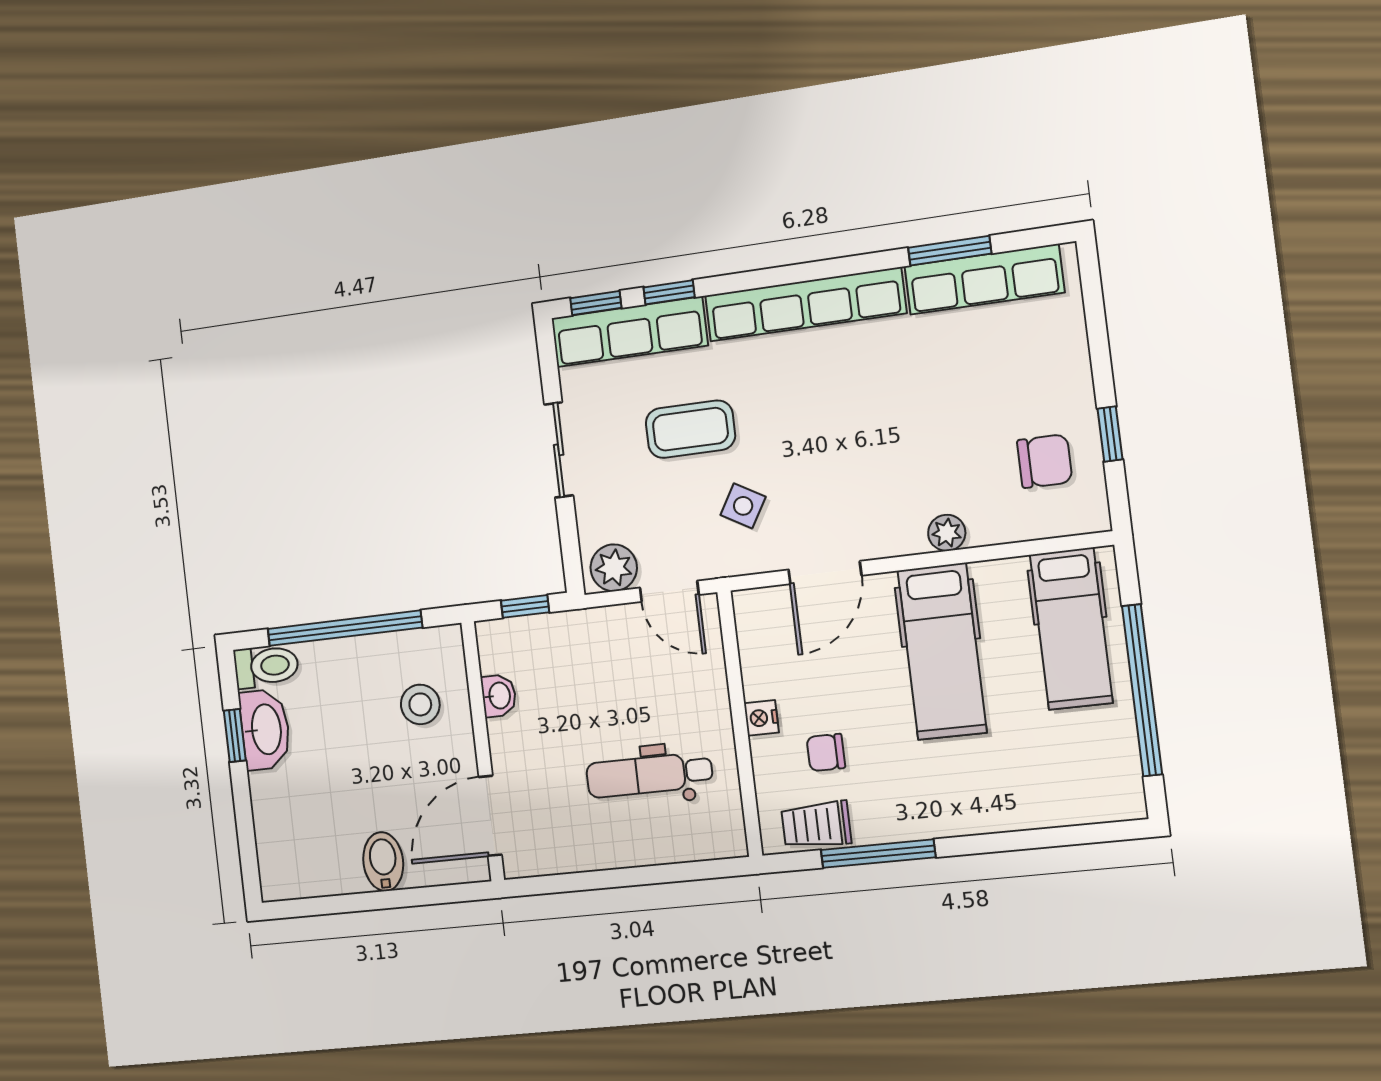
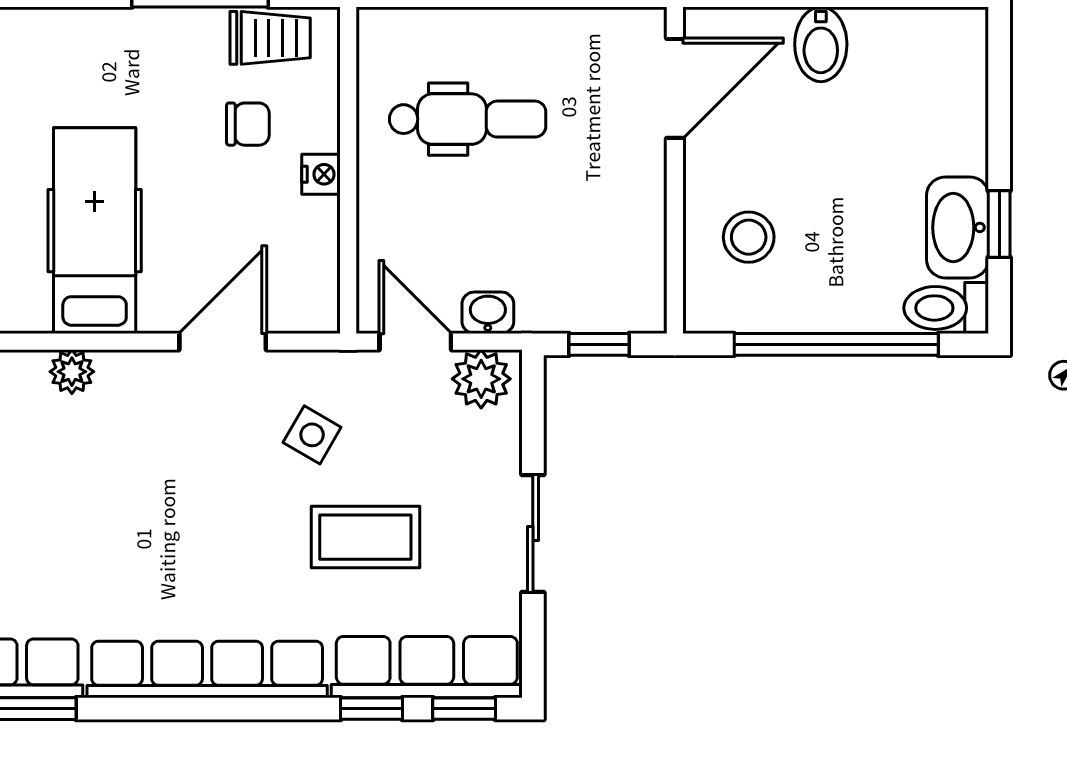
washbasin: (499, 696) -> (488, 313), moved, turned 90

